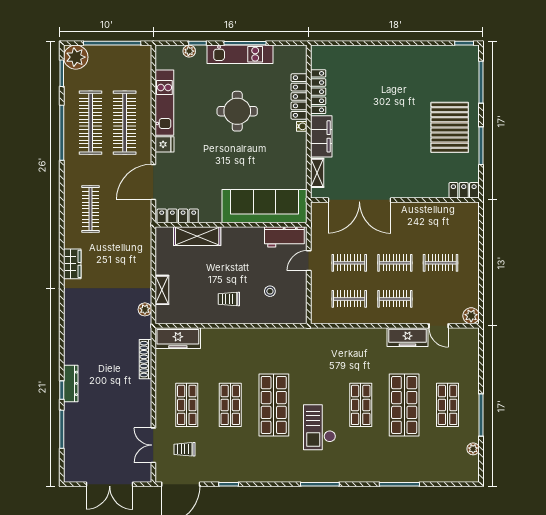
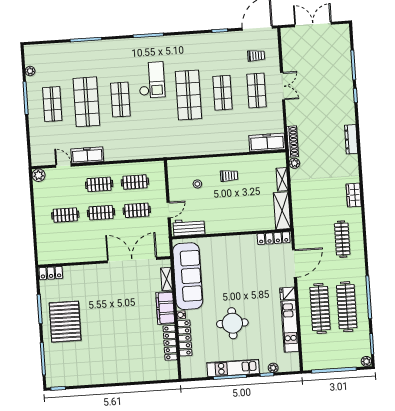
plant: (76, 57) -> (366, 361), width x0.53, depth x0.53
sofa: (265, 206) -> (188, 276), moved, turned -90
shelving: (197, 236) -> (282, 211), moved, turned 90
shoe rack: (145, 359) -> (293, 142), moved
dresser: (71, 383) -> (351, 139), moved
double door: (153, 445) -> (283, 86), moved

